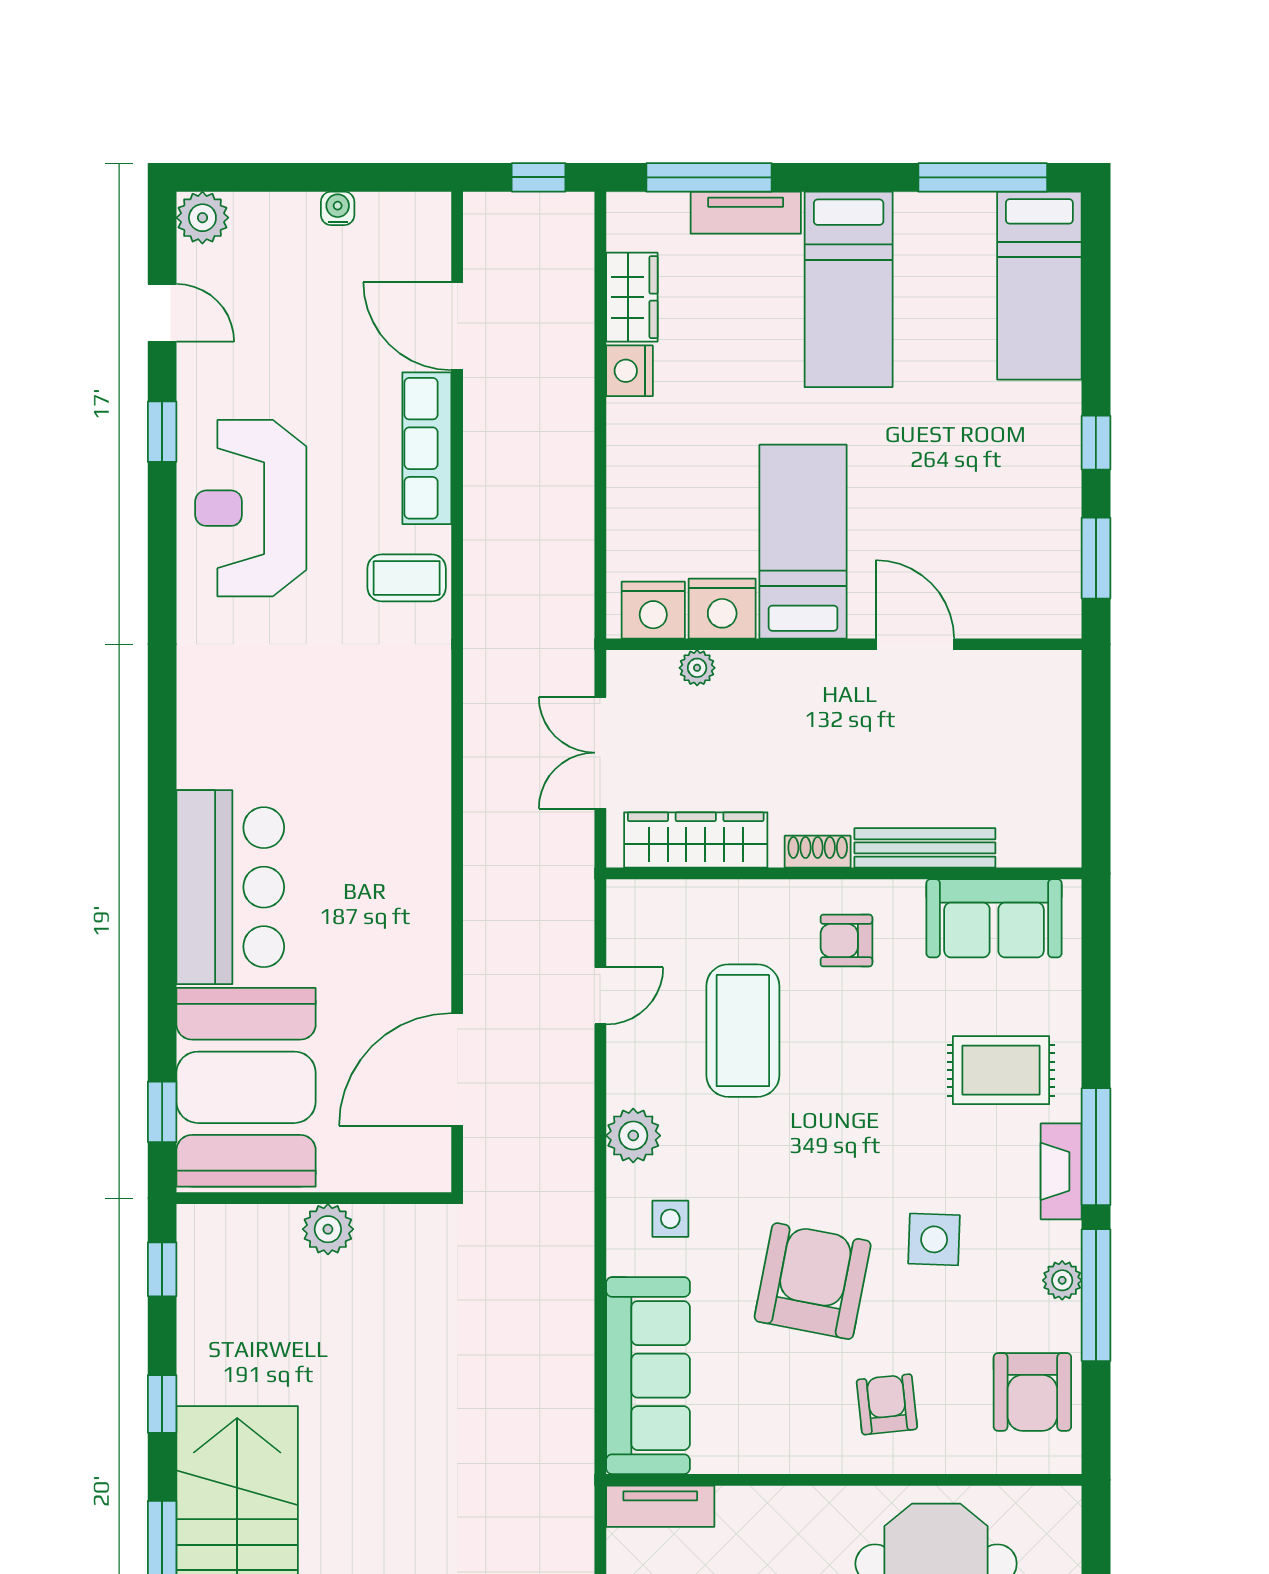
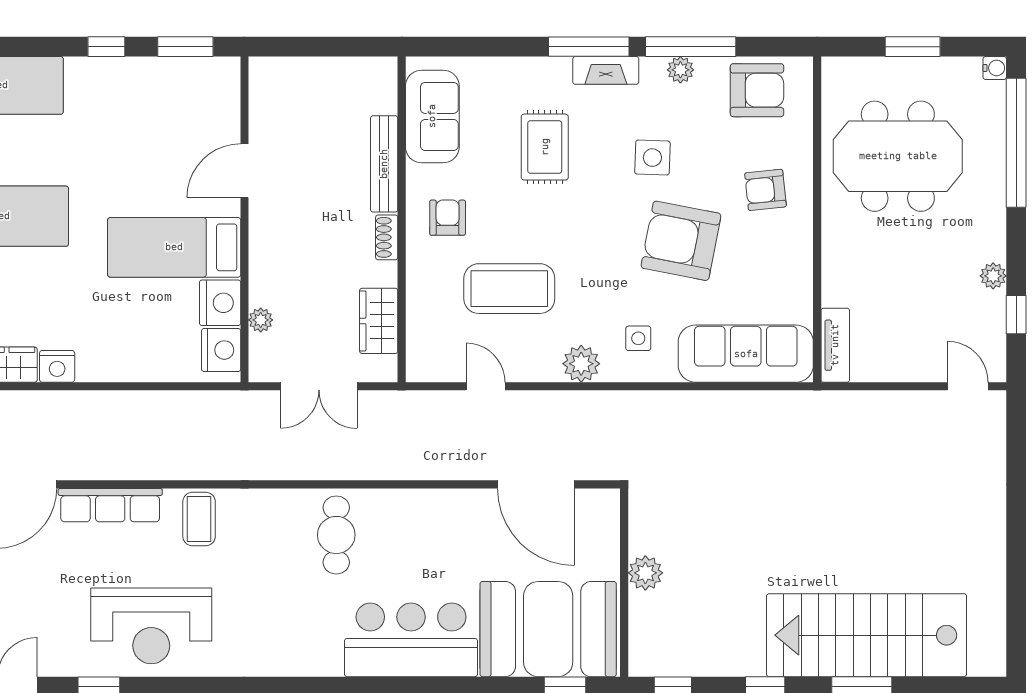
cafe table: (383, 778) -> (336, 535), added
wardrobe: (696, 840) -> (379, 321), width x0.67
armchair: (846, 940) -> (448, 218), turned 180
rug: (1001, 1070) -> (545, 147), moved

